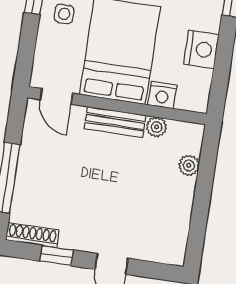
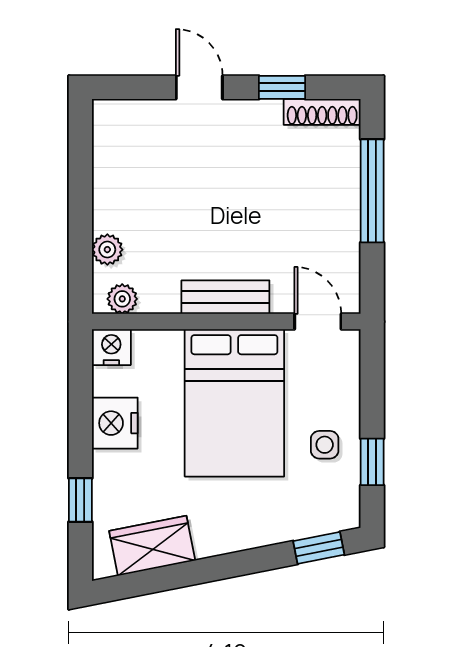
nightstand: (162, 95) -> (111, 347), moved
plant: (156, 127) -> (122, 299), moved

